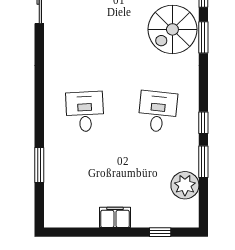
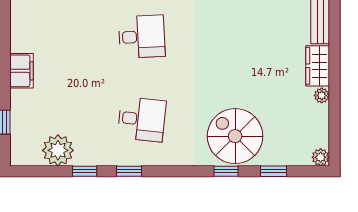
window: (203, 37) -> (226, 171), width x0.67
window: (203, 162) -> (85, 171), width x0.67

